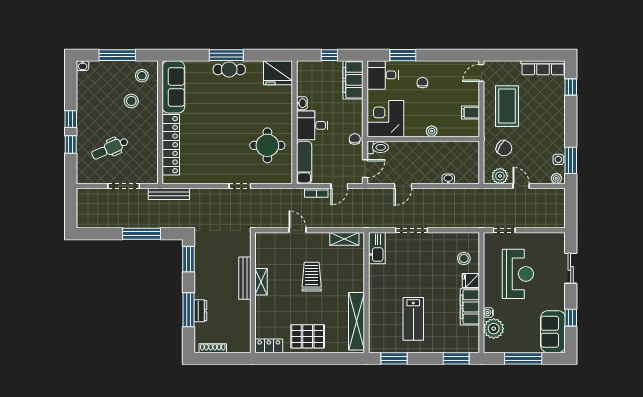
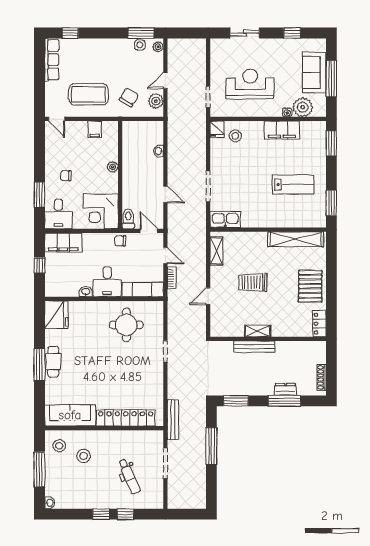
fridge: (471, 281) -> (217, 129), moved
sofa: (553, 332) -> (314, 73), moved, turned 90

